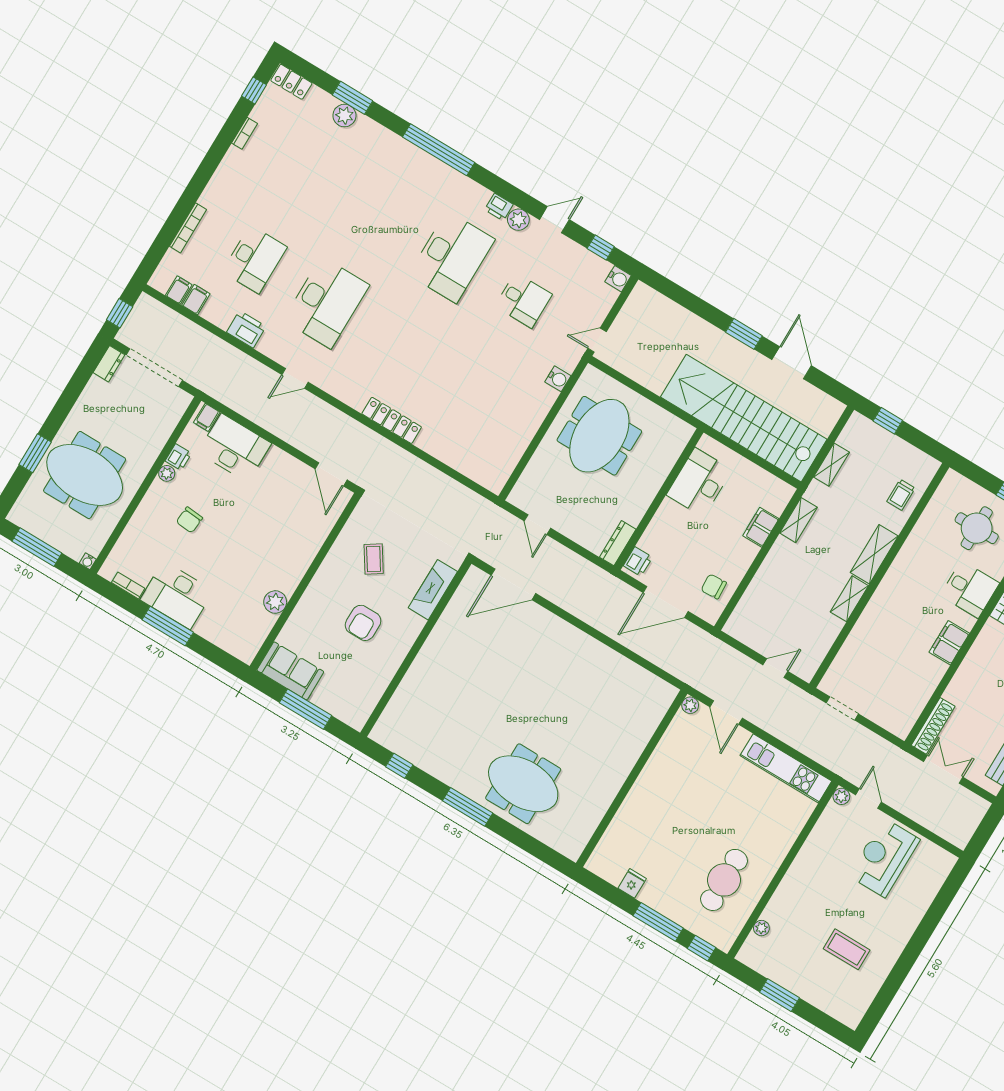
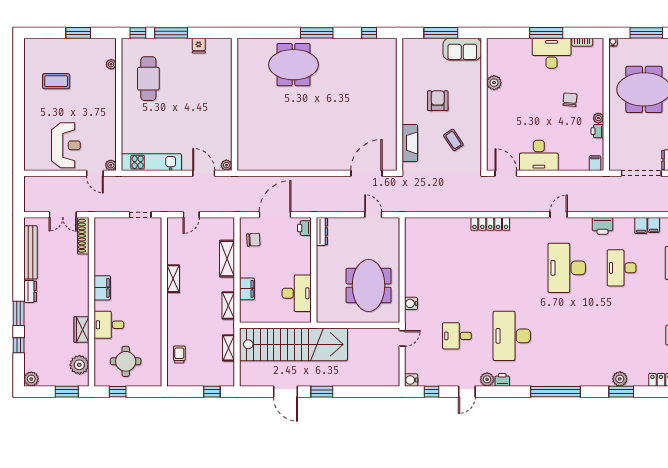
desk: (235, 448) -> (539, 155), moved
shelving: (874, 554) -> (227, 259), moved

